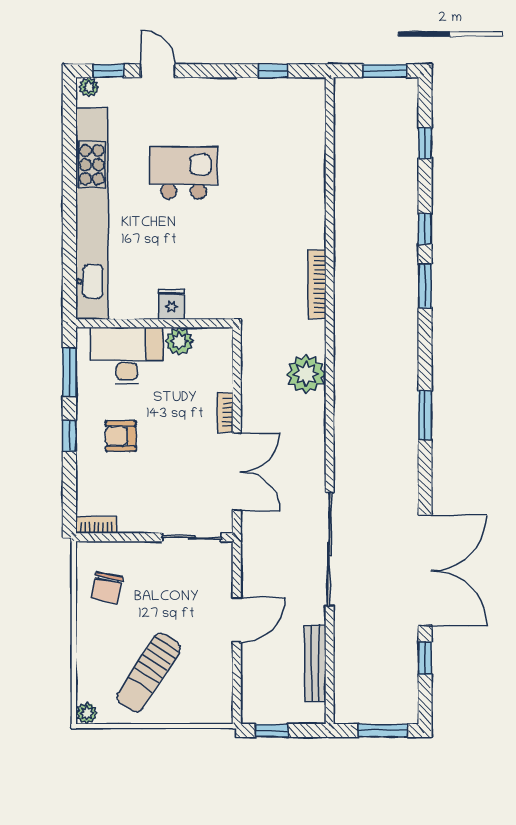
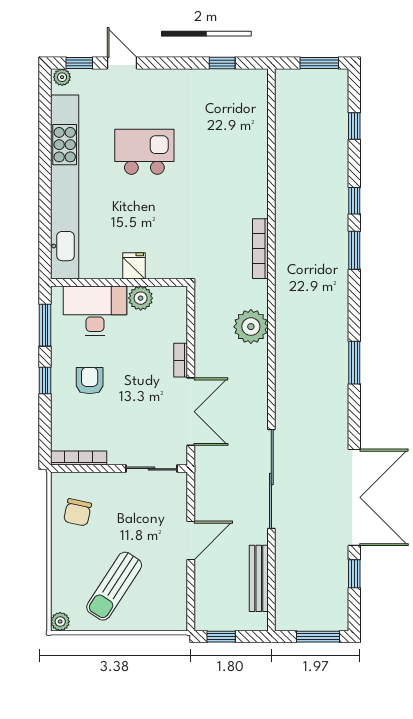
armchair: (121, 436) -> (90, 381), turned 90
bookcase: (96, 525) -> (79, 458), width x1.56

